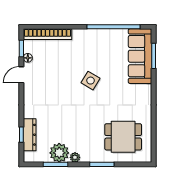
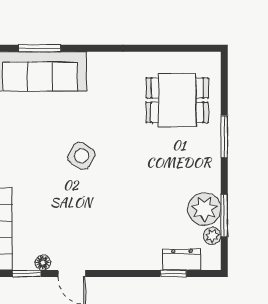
dresser: (30, 135) -> (182, 259), width x0.70
dining table: (123, 137) -> (177, 100), turned 90
plant: (75, 157) -> (212, 236), moved

